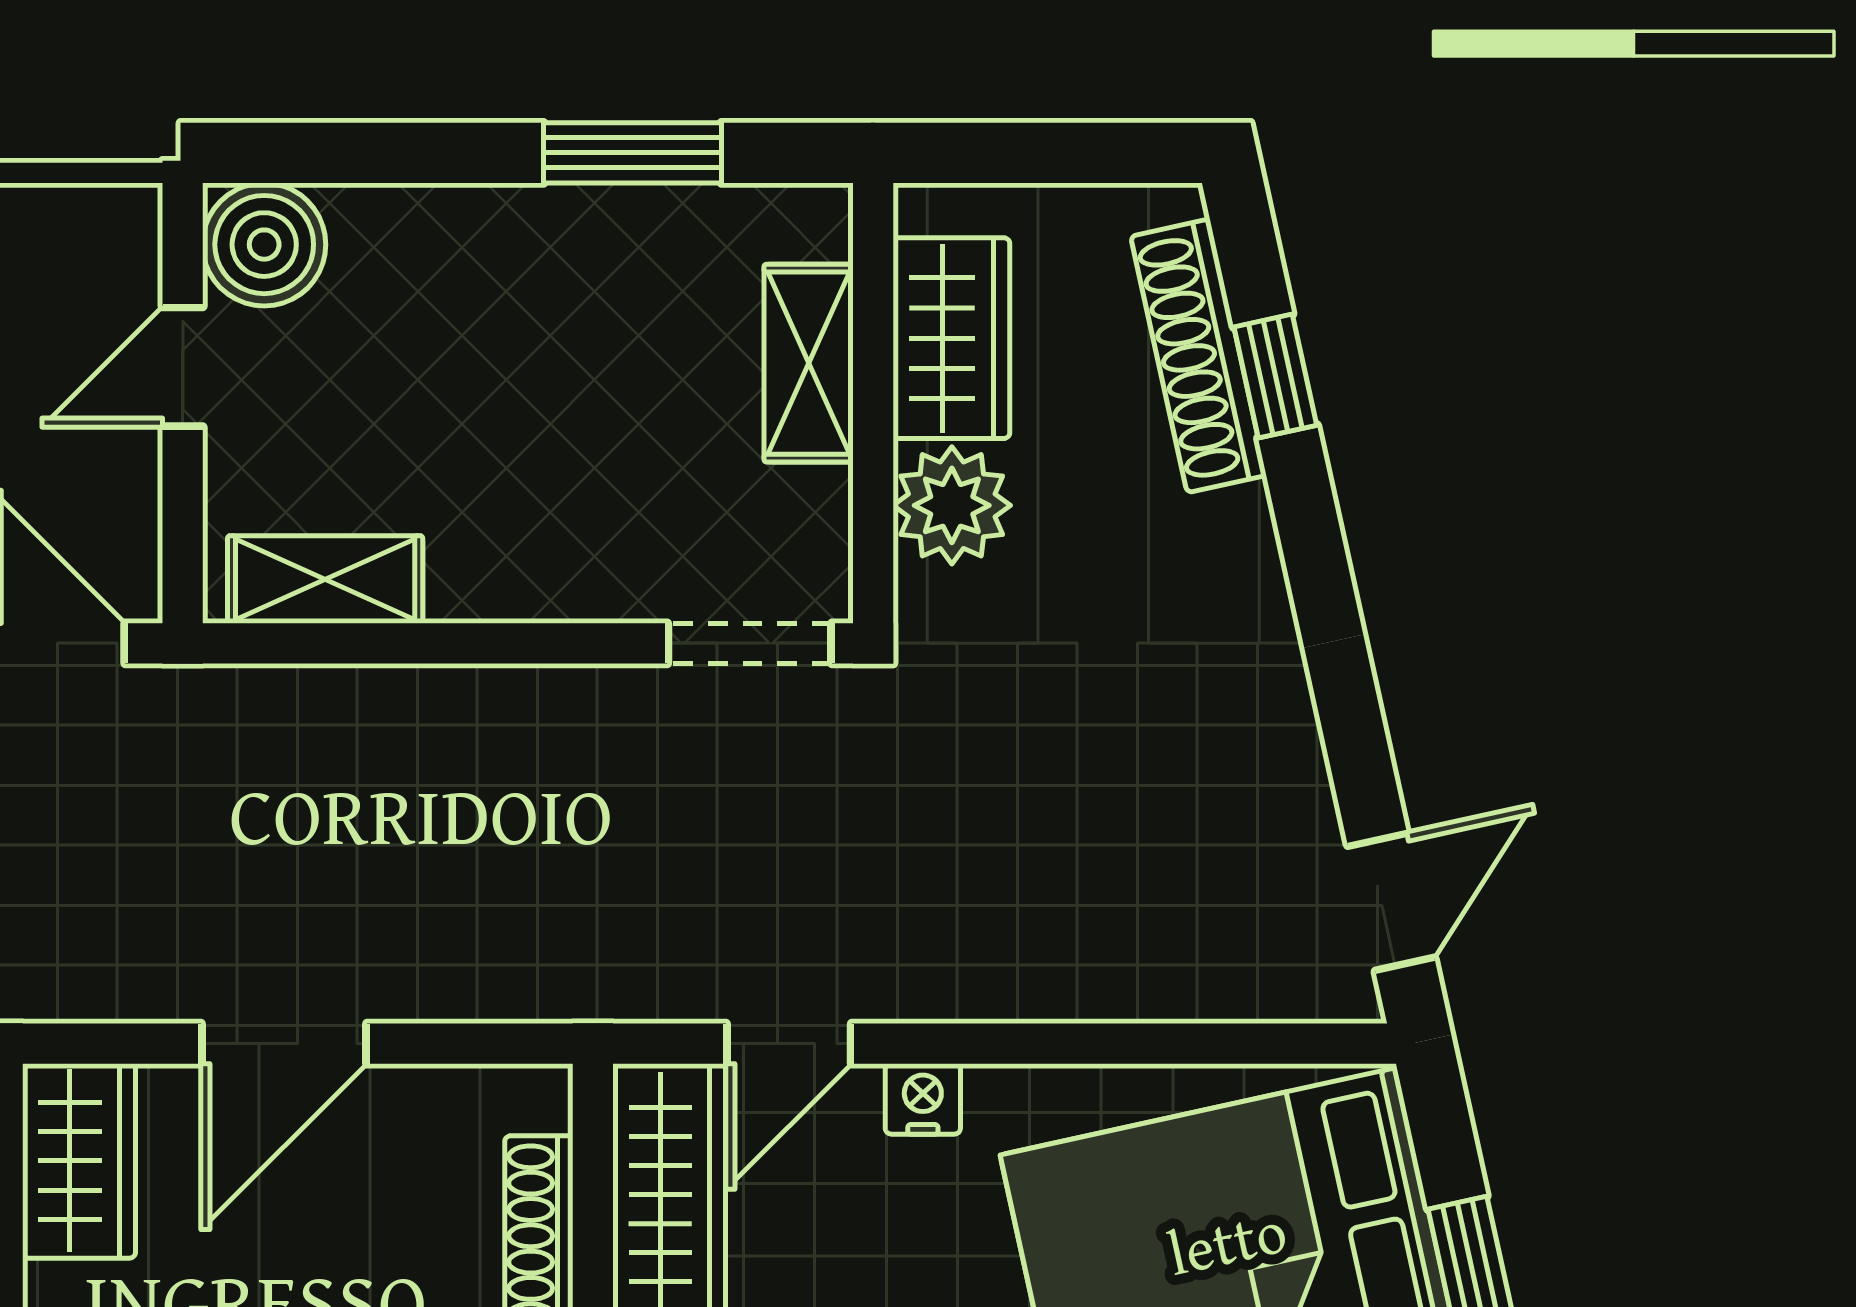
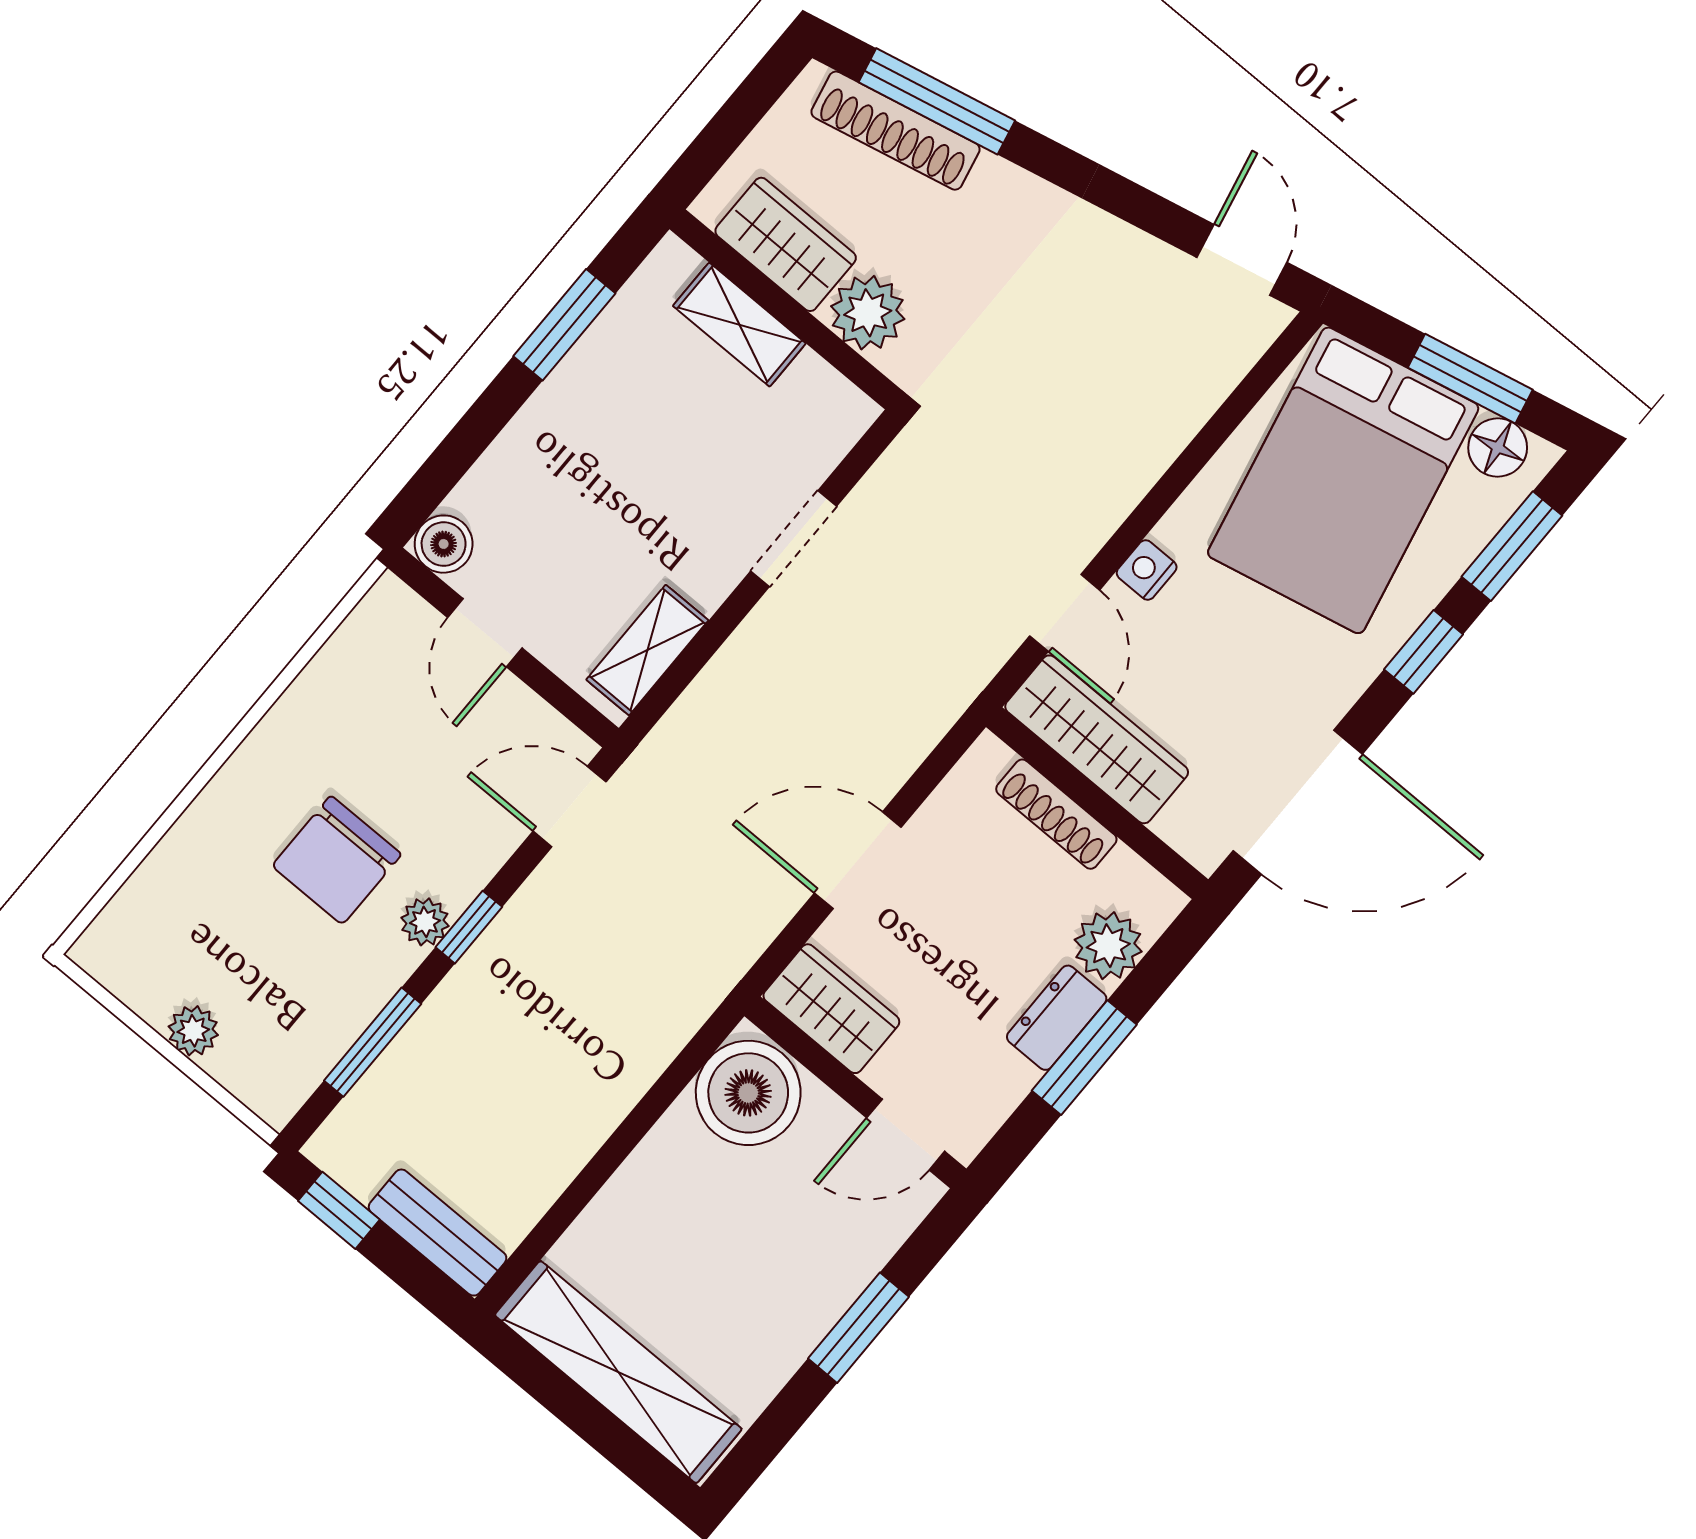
boiler: (264, 245) -> (444, 544), width x0.73, depth x0.73
window: (1275, 376) -> (937, 101), width x2.17
doorway: (750, 643) -> (794, 539), moved
door: (284, 1044) -> (858, 860), swing flipped

